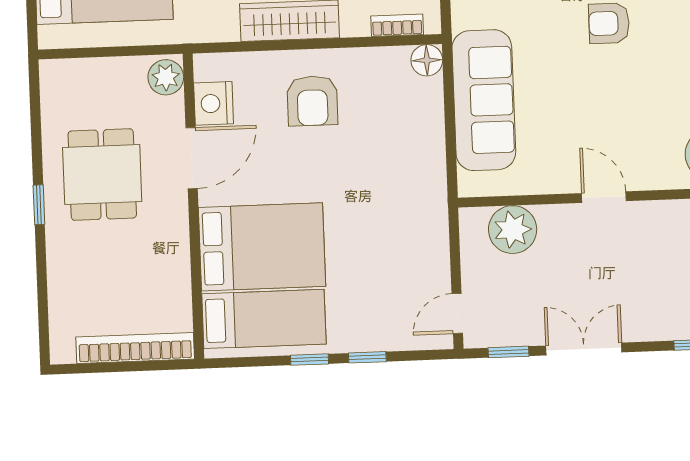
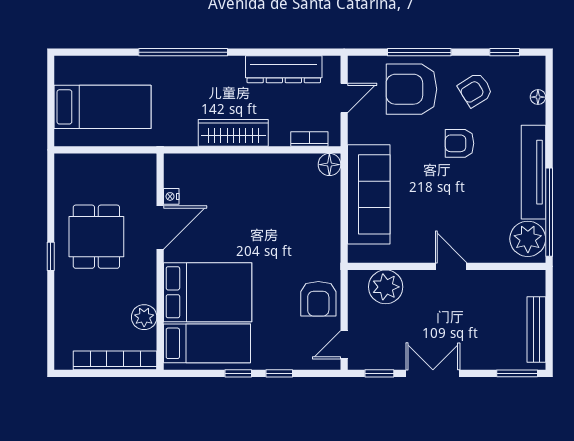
plant: (166, 77) -> (144, 317), moved
armchair: (312, 101) -> (318, 299), moved
nightstand: (214, 103) -> (171, 196), width x0.53, depth x0.56

